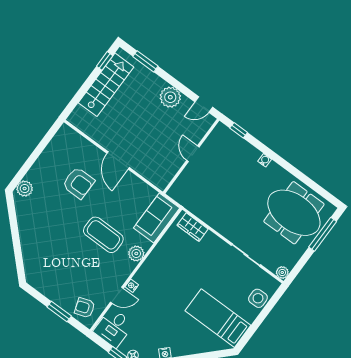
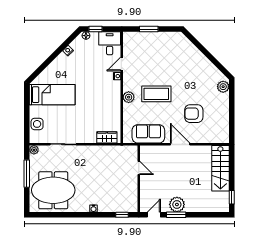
window: (145, 61) -> (176, 215), moved
stairs: (106, 85) -> (220, 168), moved
door: (193, 154) -> (139, 168), moved
sofa: (157, 218) -> (148, 134), moved, turned -90
window: (323, 234) -> (27, 174), moved
armchair: (85, 308) -> (135, 42), removed

